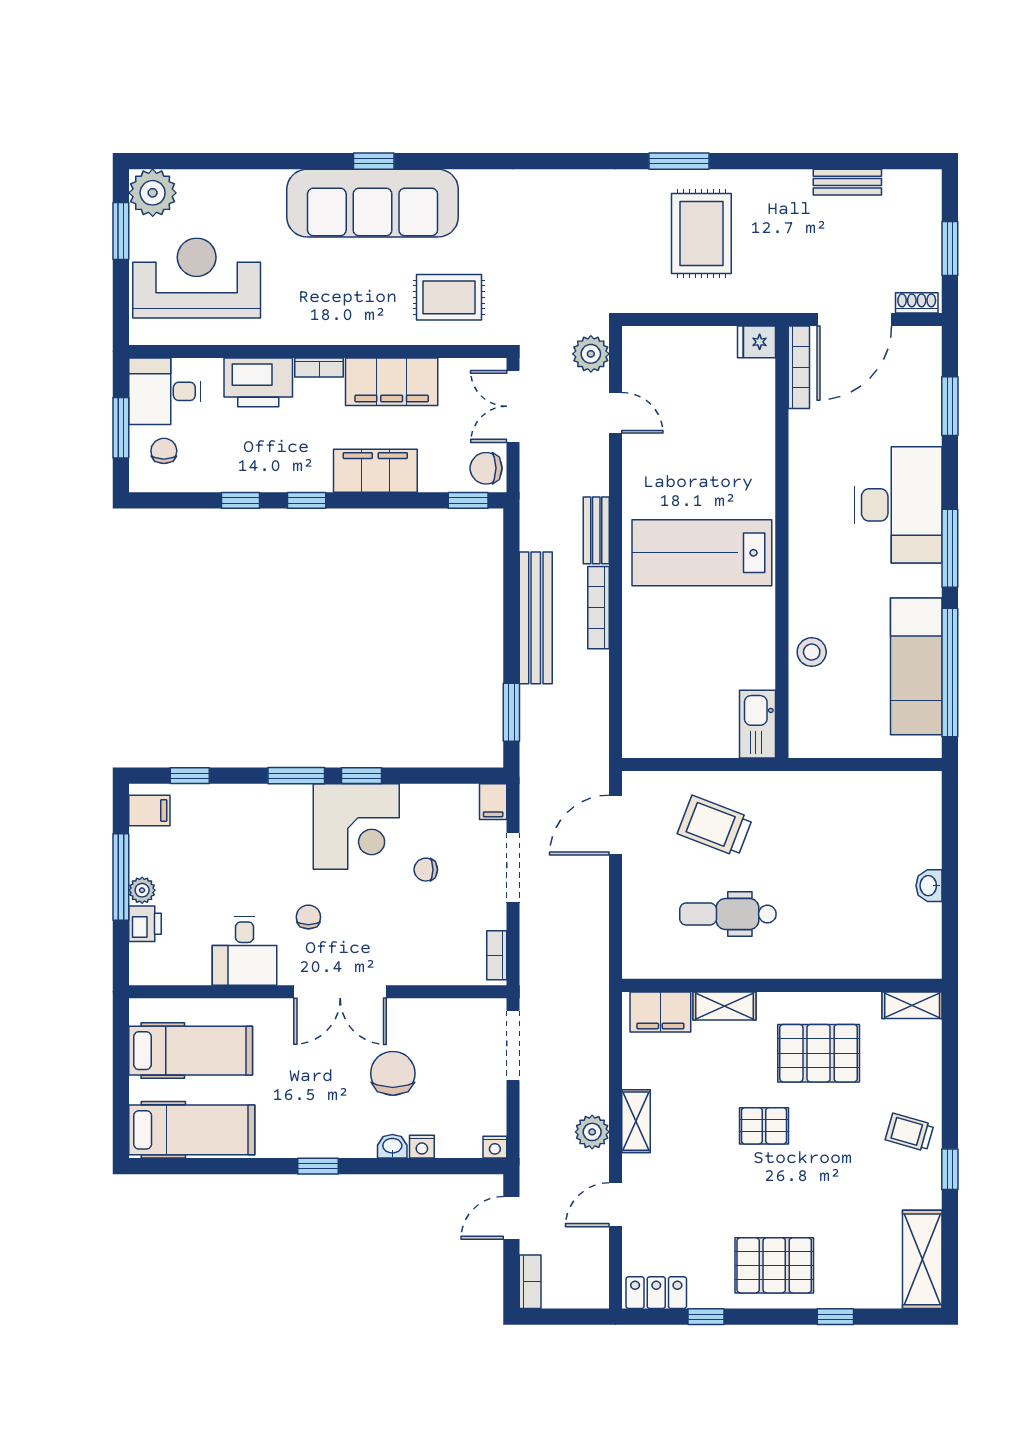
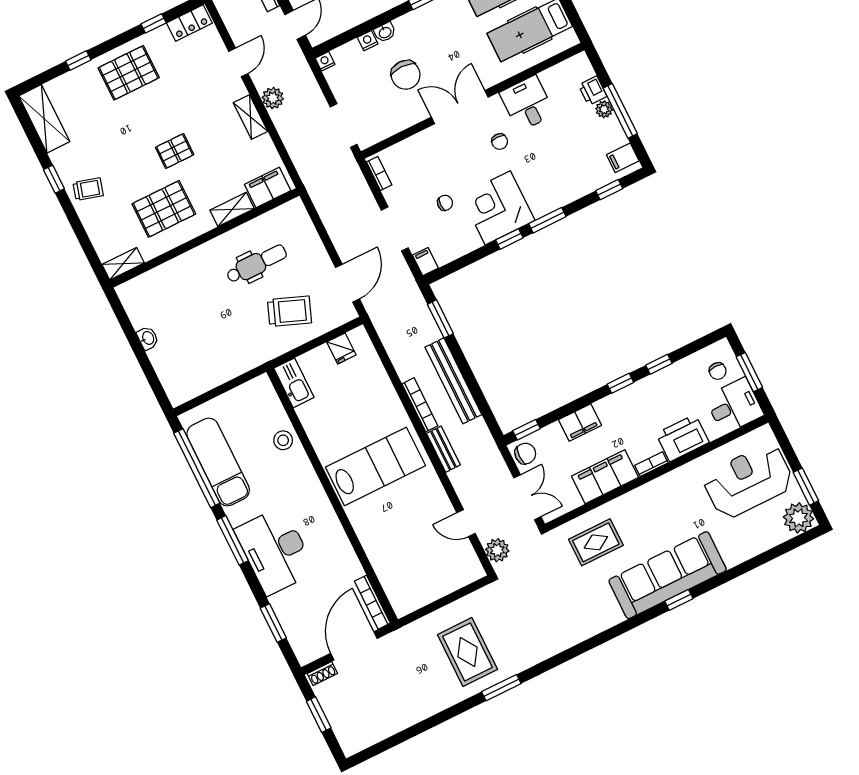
bench: (847, 182) -> (397, 724), removed
reception desk: (197, 278) -> (748, 481), turned 180
fridge: (756, 342) -> (341, 348), moved, turned 90
filing cabinet: (375, 471) -> (580, 422), width x0.67, depth x0.86

